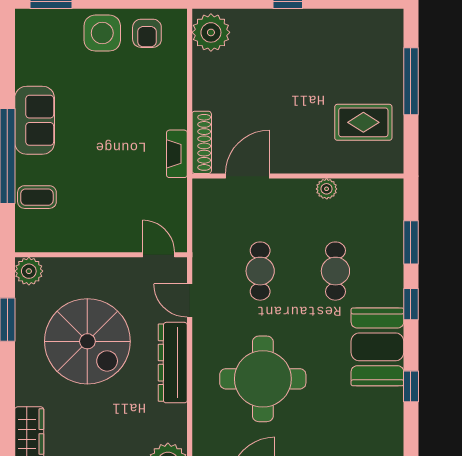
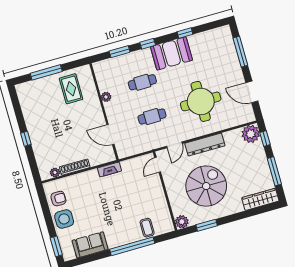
plant: (211, 32) -> (55, 172), width x0.53, depth x0.53
sofa: (35, 120) -> (90, 245), moved
shoe rack: (202, 142) -> (75, 167), moved

